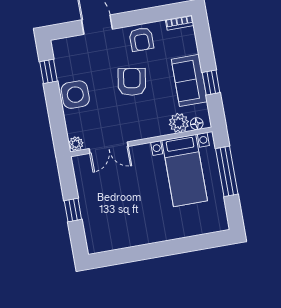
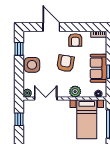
plant: (179, 123) -> (75, 92), moved
double door: (109, 148) -> (46, 99), swing flipped
window: (73, 210) -> (19, 119), moved

